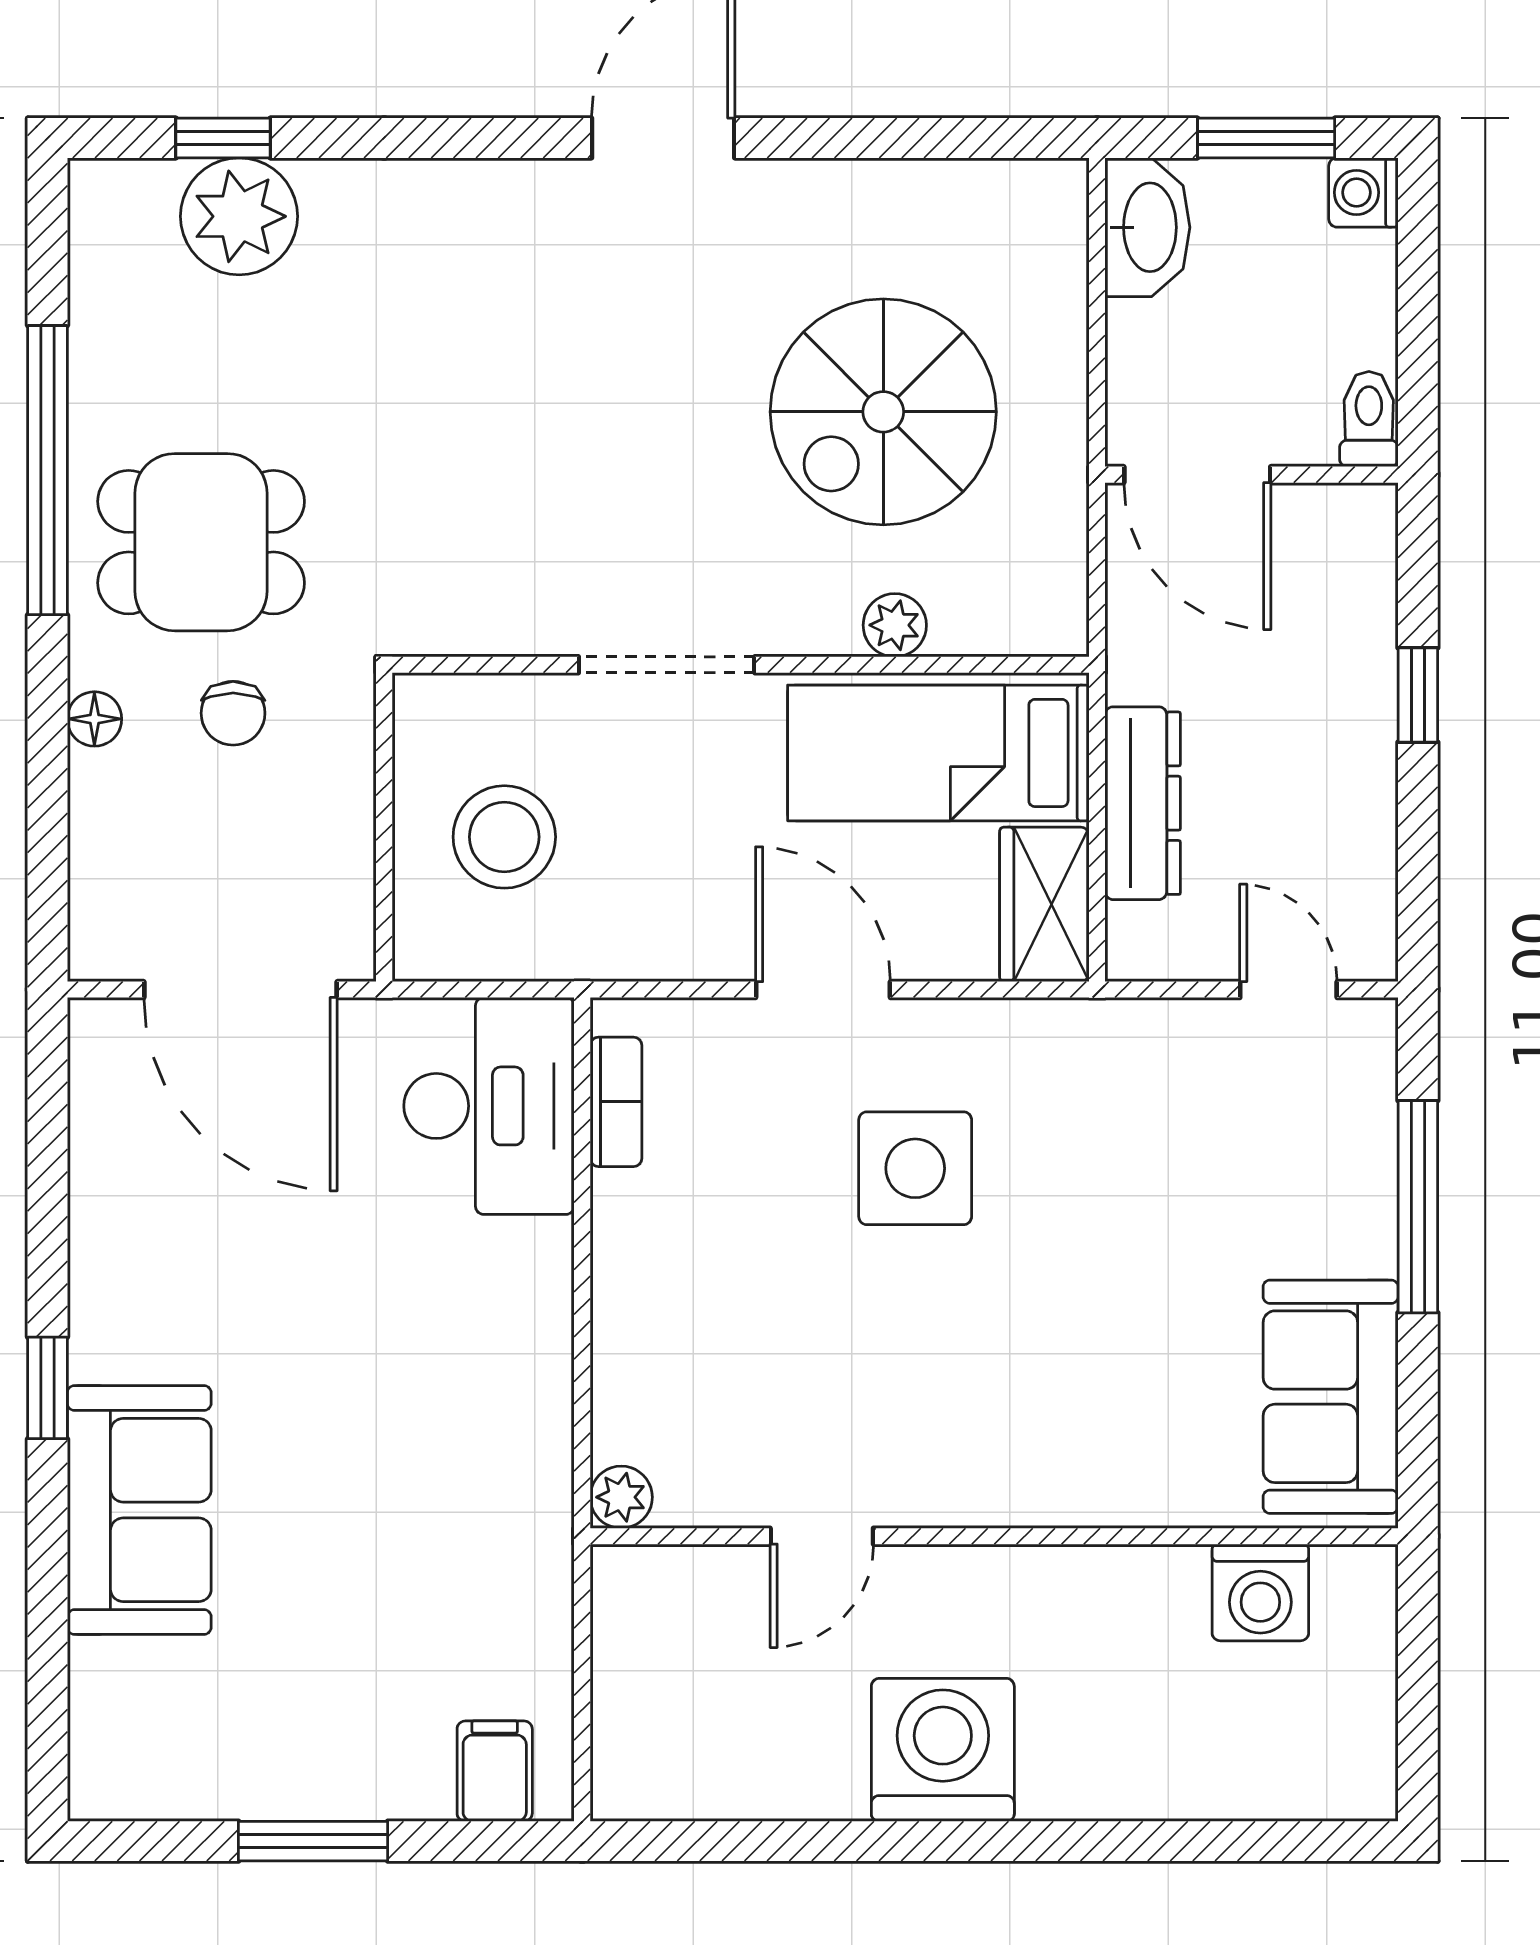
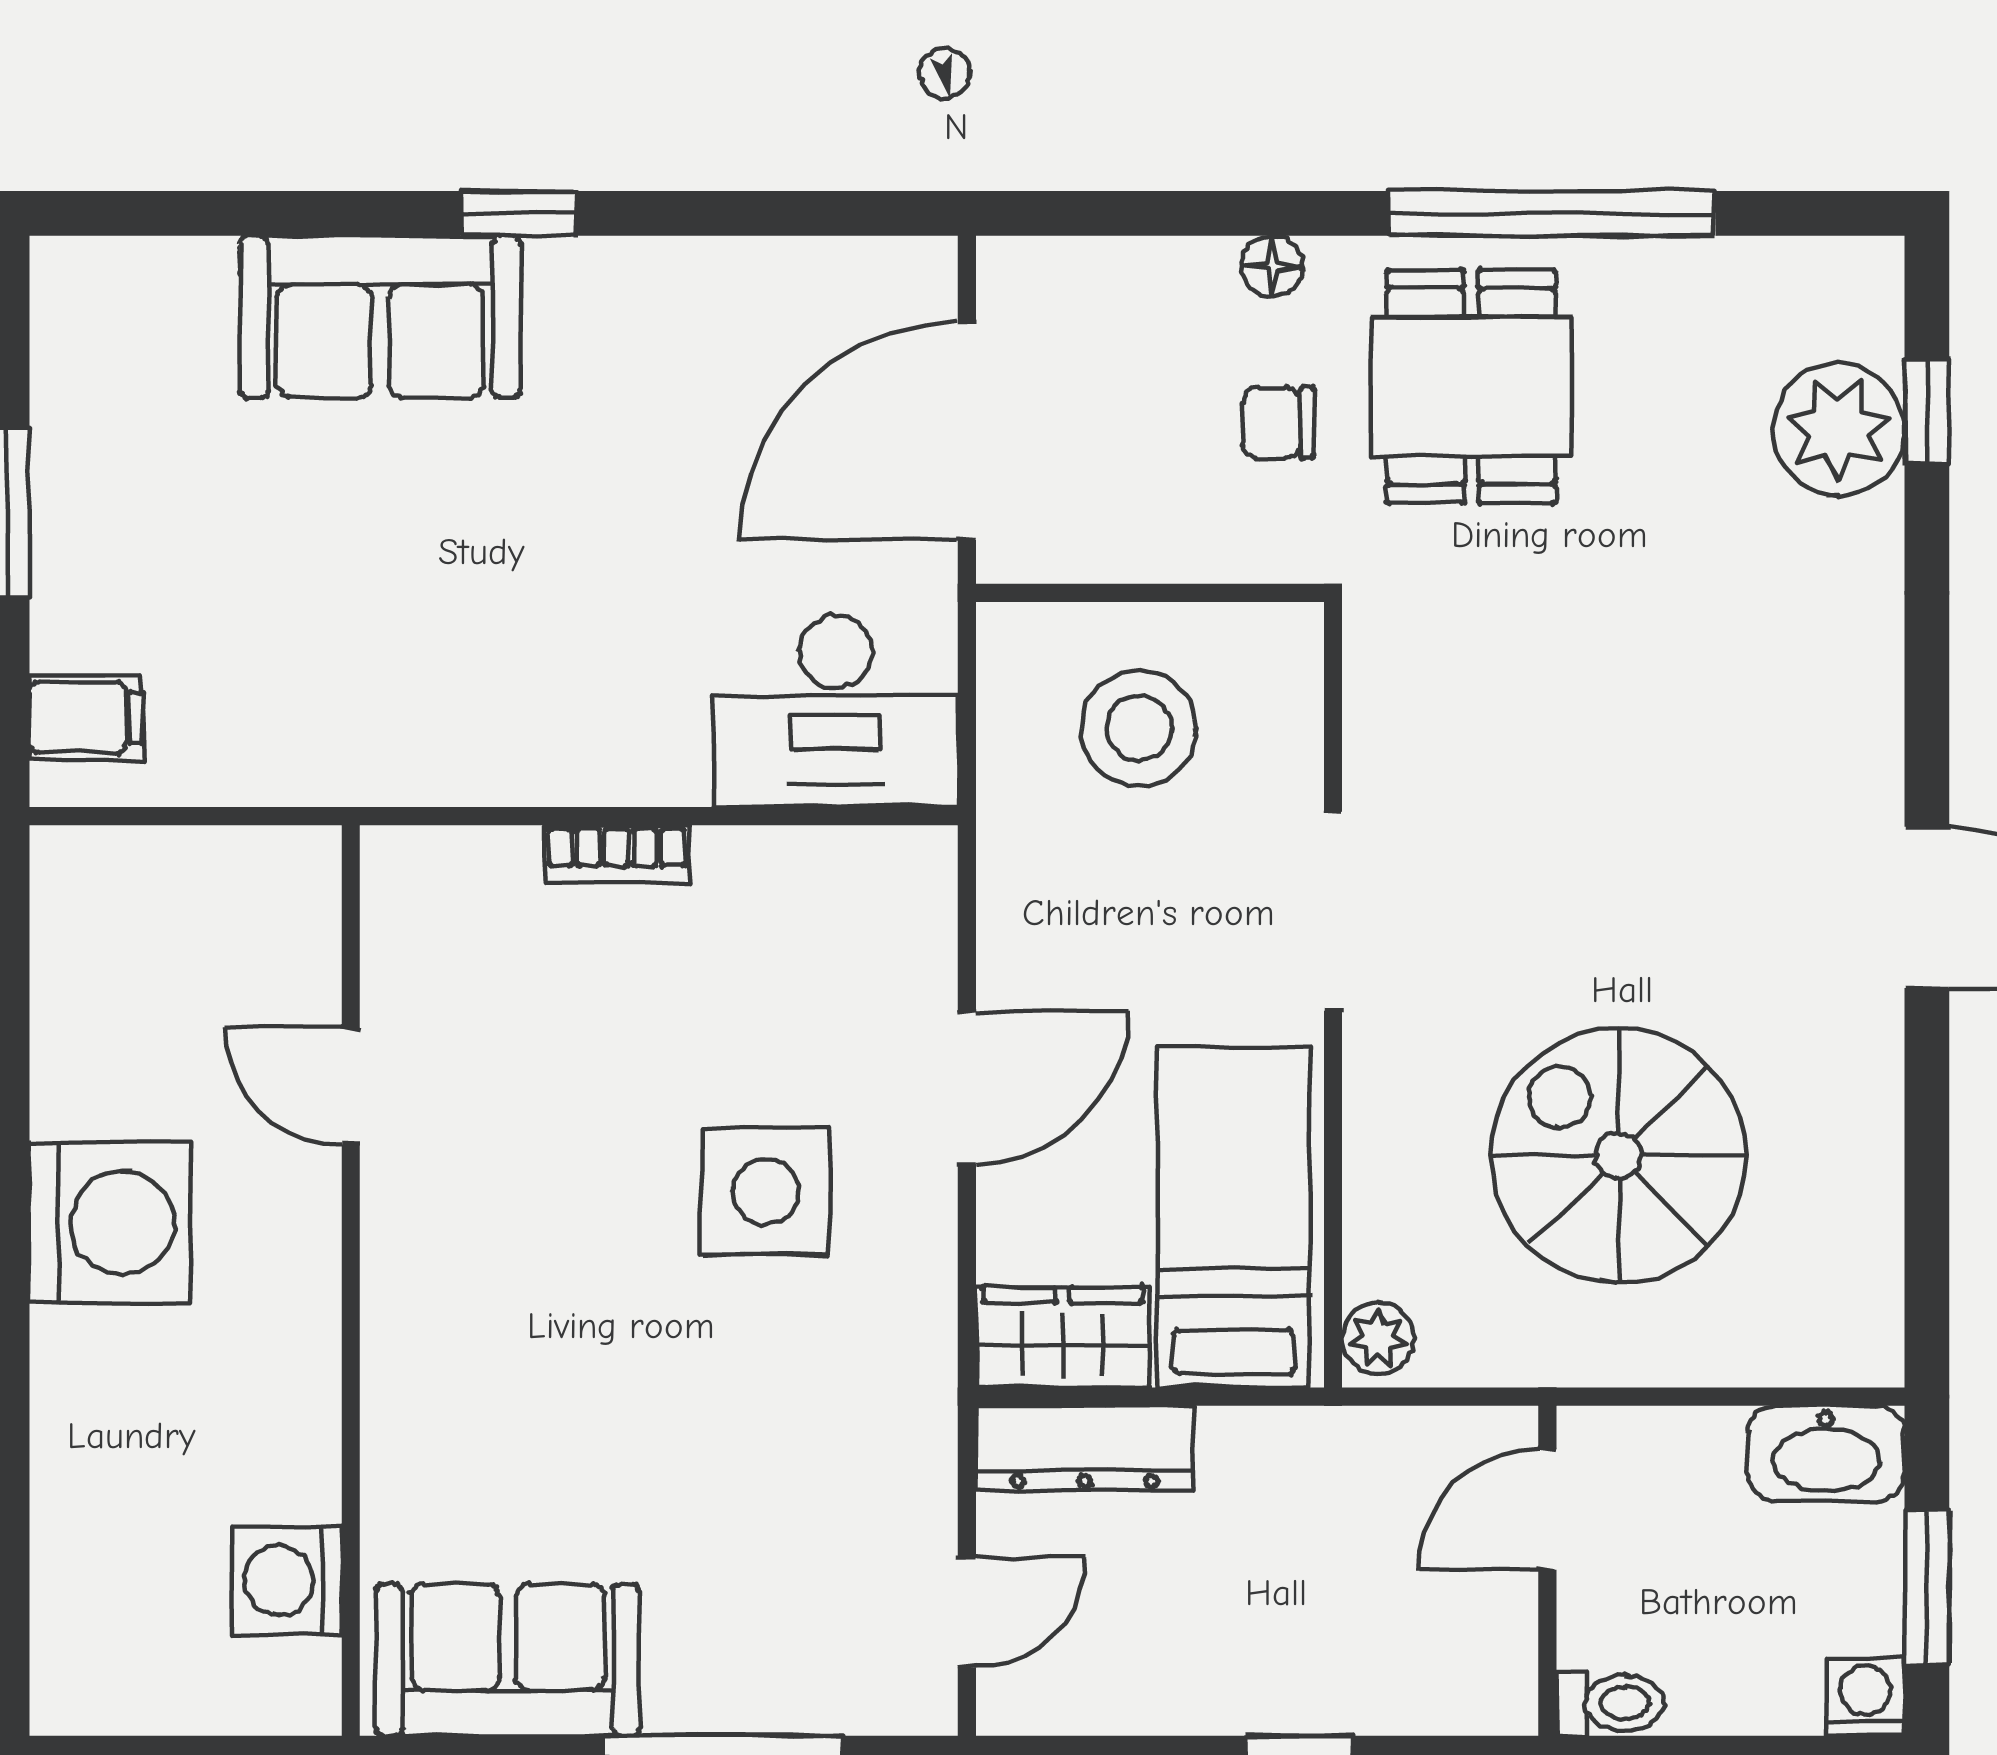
door: (1197, 475) -> (1547, 1510), width x0.73
plant: (895, 625) -> (1378, 1338), moved
dresser: (1143, 803) -> (1085, 1448), moved
bookcase: (616, 1102) -> (617, 854), moved
plant: (621, 1497) -> (395, 860), removed

